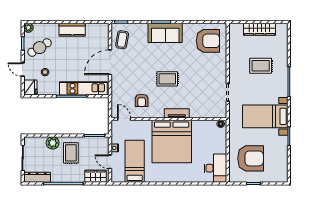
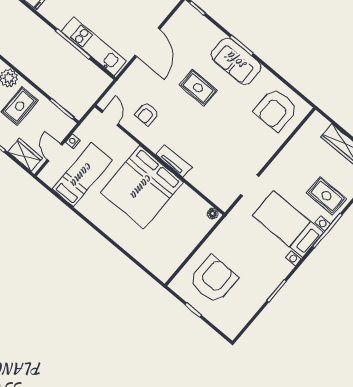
coffee table: (122, 40) -> (182, 28), removed
armchair: (208, 41) -> (276, 110), turned 90
door: (110, 62) -> (147, 42), swing flipped
rug: (261, 66) -> (327, 196), moved
rug: (167, 79) -> (198, 88), moved
bed with nightstands: (265, 116) -> (288, 224), moved
armchair: (251, 158) -> (214, 280), turned -90
desk: (216, 168) -> (166, 258), removed

